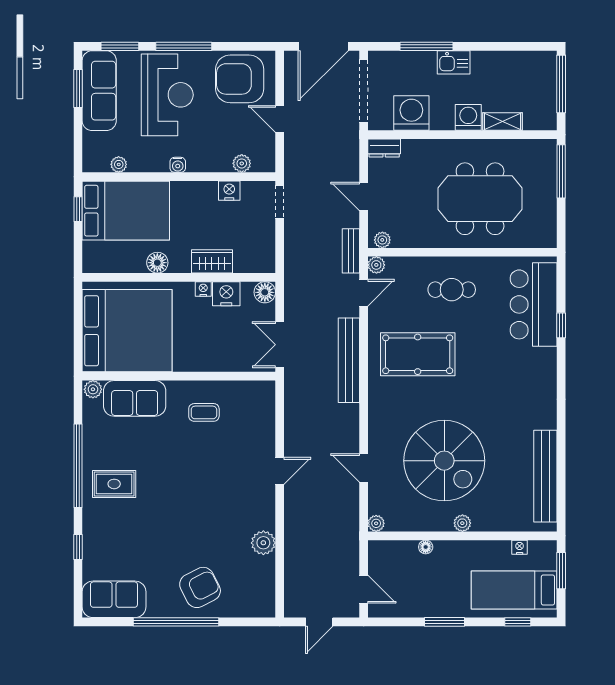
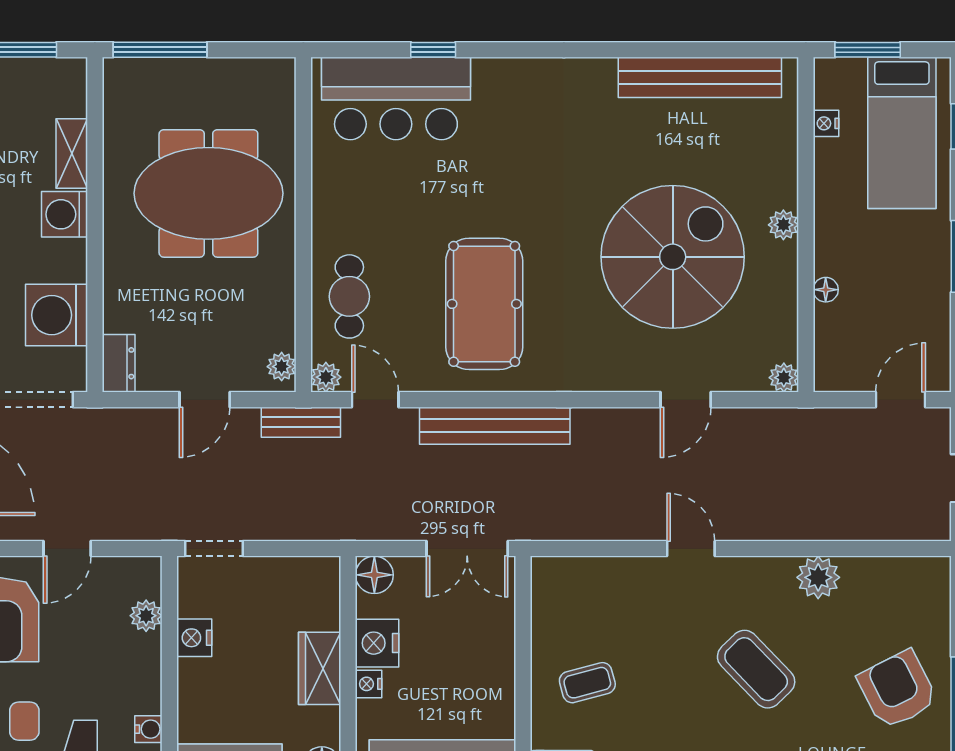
meeting table: (480, 199) -> (208, 193), turned 90
cafe table: (452, 290) -> (349, 296), moved
coffee table: (204, 412) -> (587, 683), turned 75
coffee table: (212, 508) -> (756, 669), added

